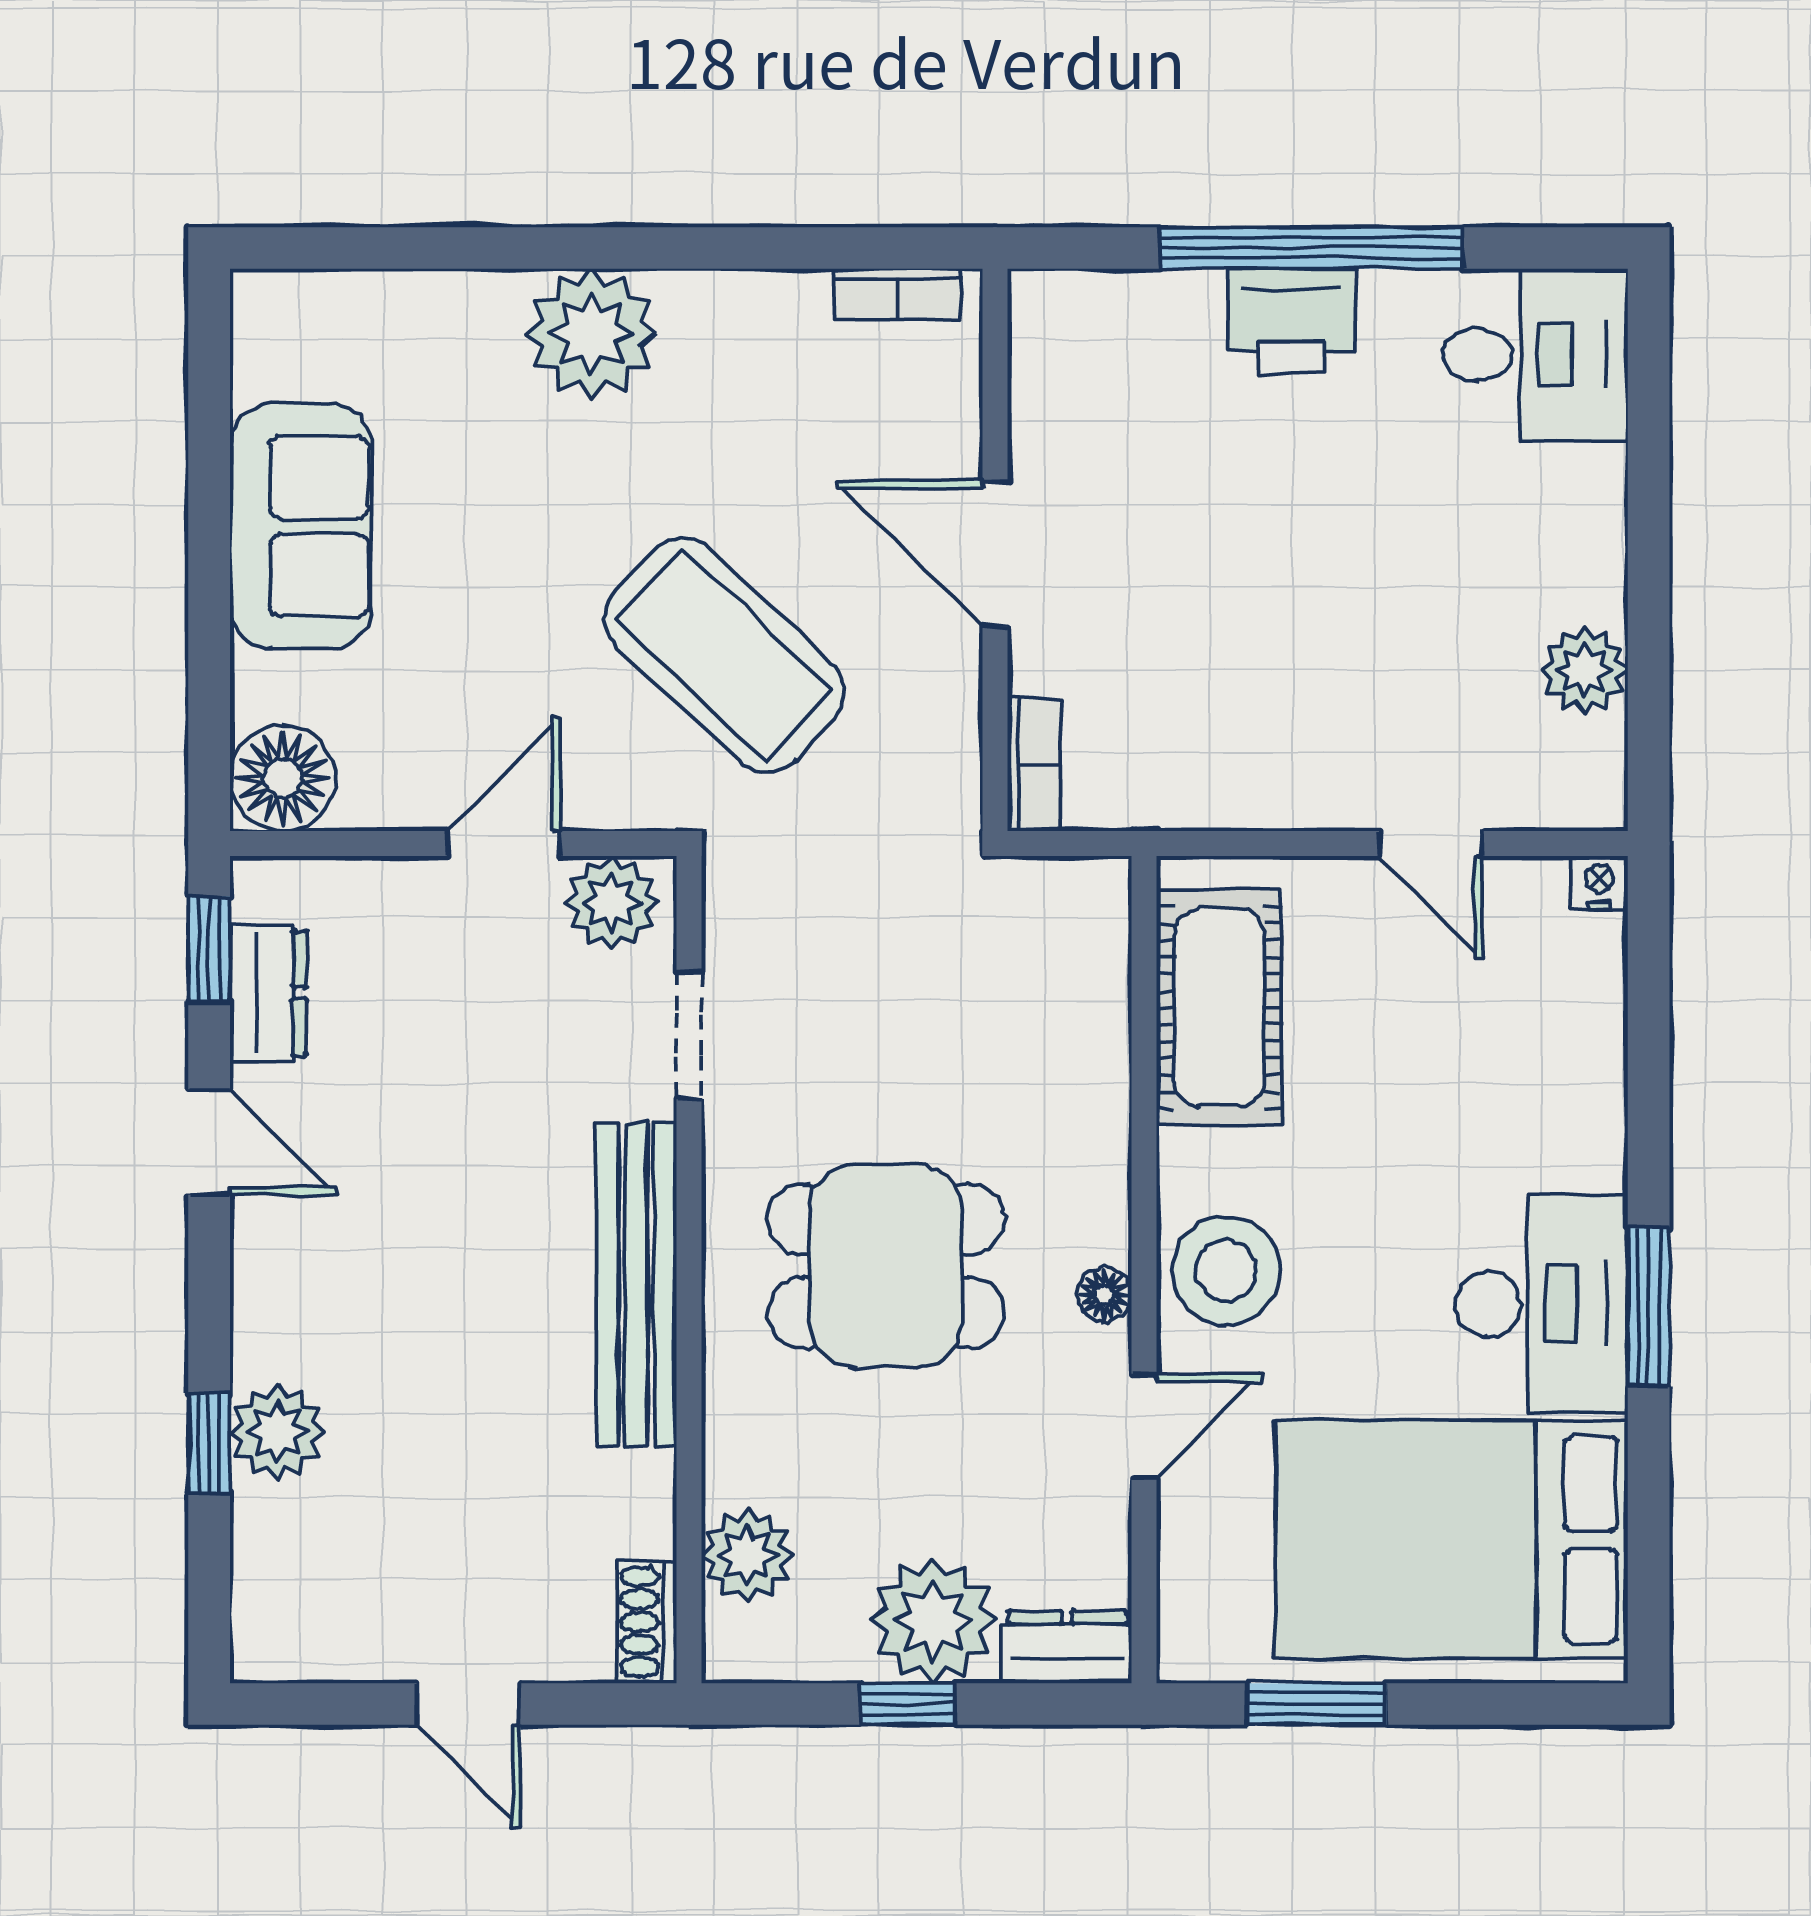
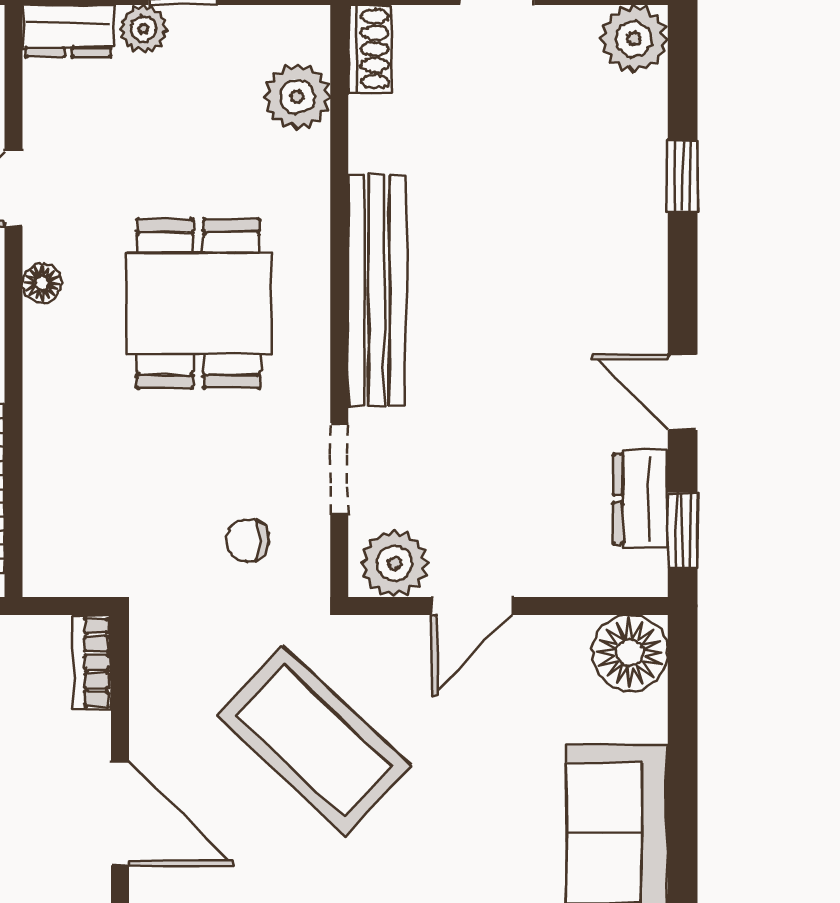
chair: (817, 935) -> (247, 540), added
dining table: (886, 1266) -> (198, 304), turned 90
plant: (277, 1432) -> (634, 39), moved
plant: (933, 1620) -> (143, 29), width x0.53, depth x0.53

